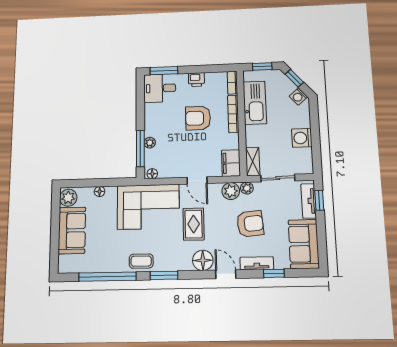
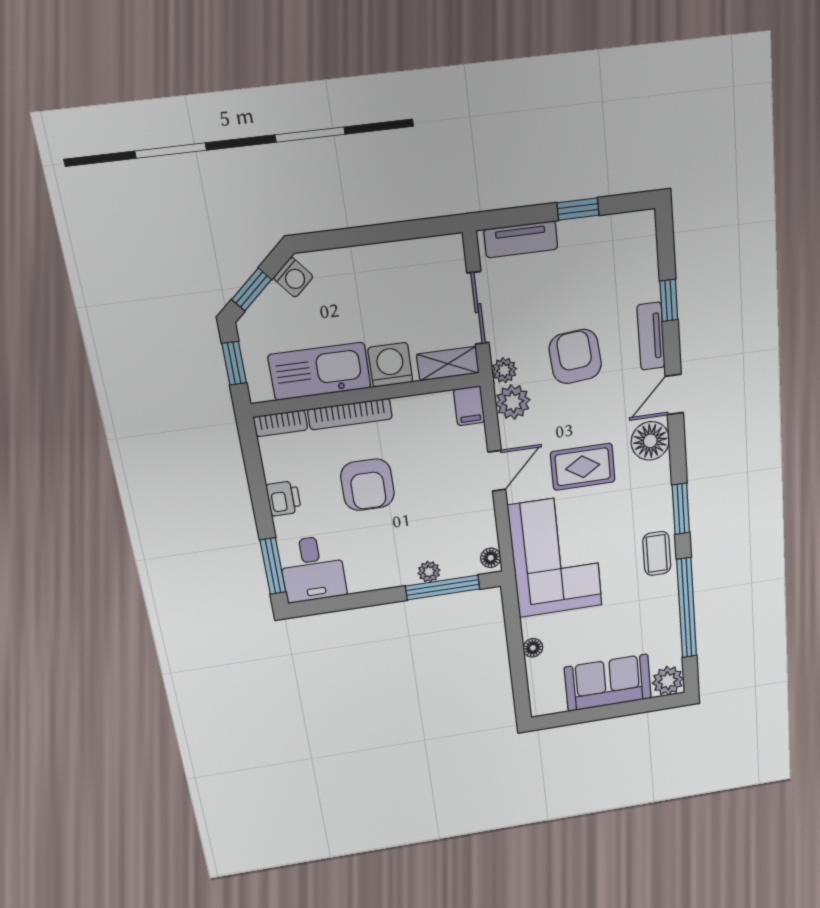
washing machine: (302, 138) -> (390, 365), moved, turned 180
filing cabinet: (231, 163) -> (469, 406), width x0.50
plant: (68, 198) -> (668, 681), moved
window: (319, 200) -> (578, 209), moved
sofa: (304, 244) -> (609, 244), removed

